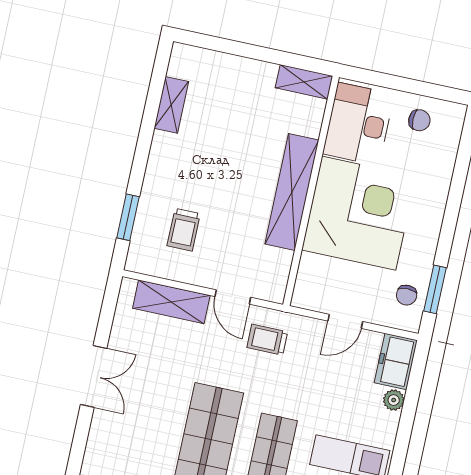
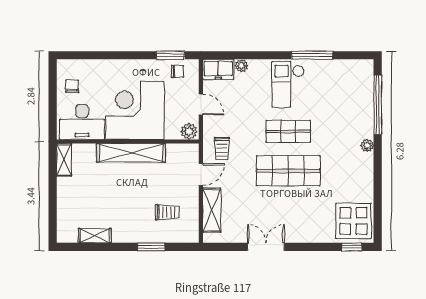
window: (128, 217) -> (151, 247), moved
plant: (306, 293) -> (189, 131), added

